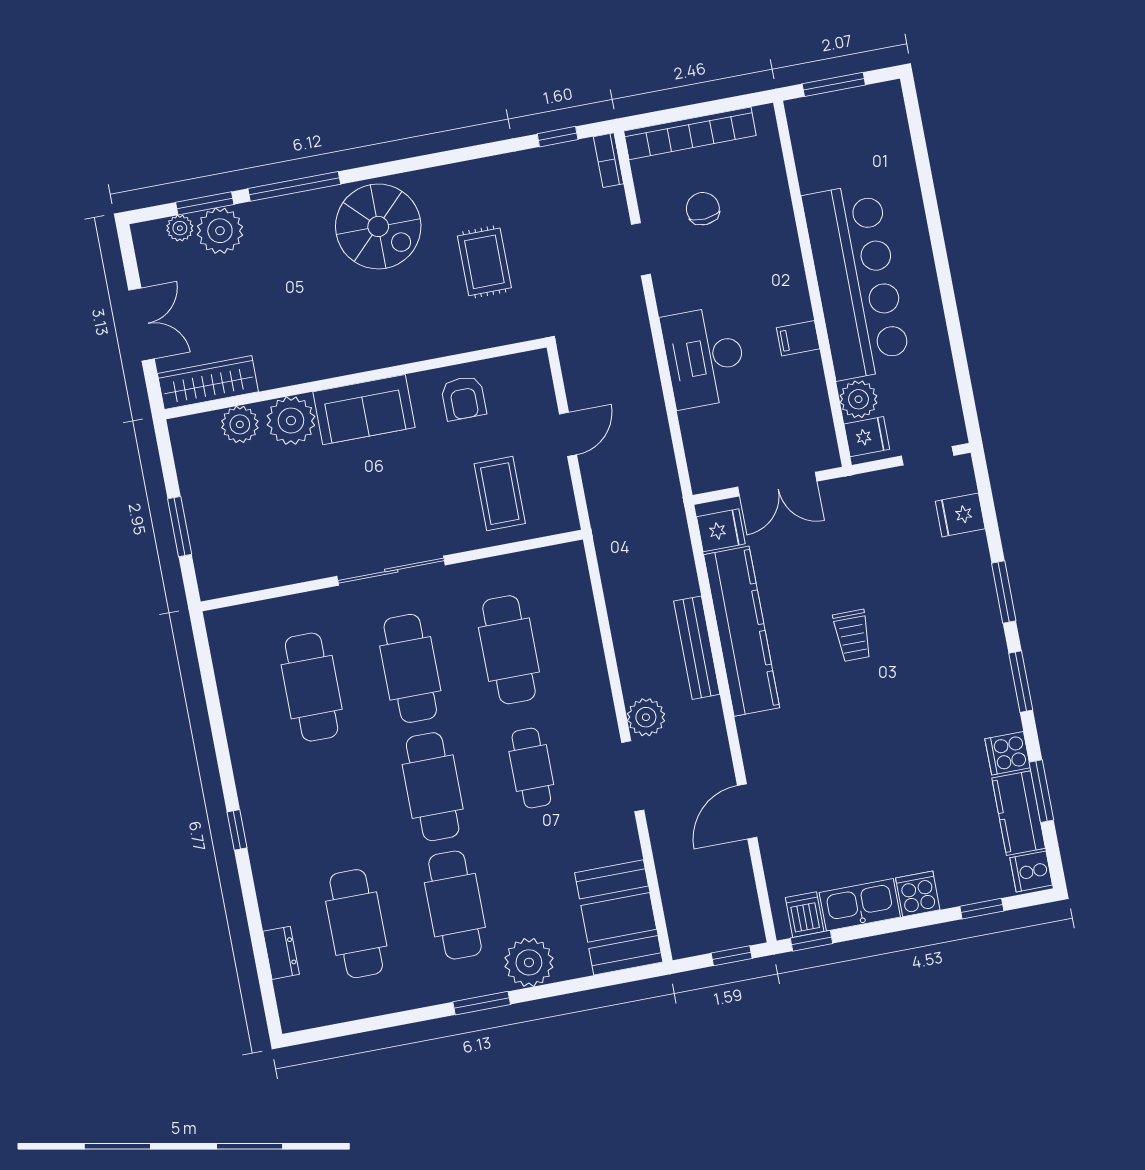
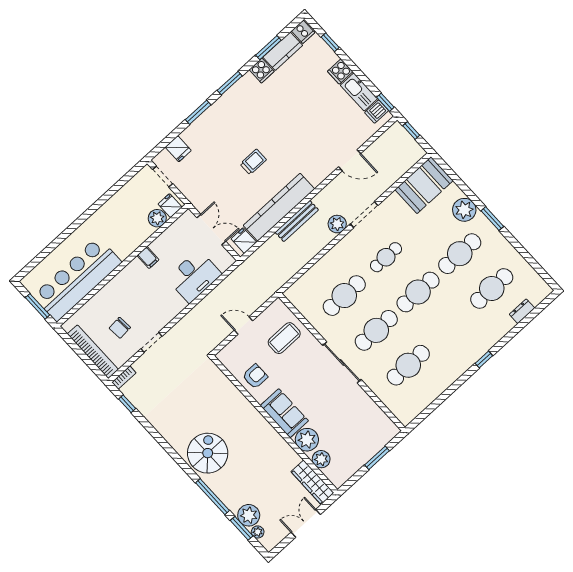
rug: (484, 262) -> (195, 402), removed
bar counter: (856, 281) -> (77, 279), moved
desk: (704, 357) -> (194, 276), moved

